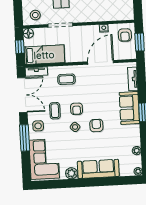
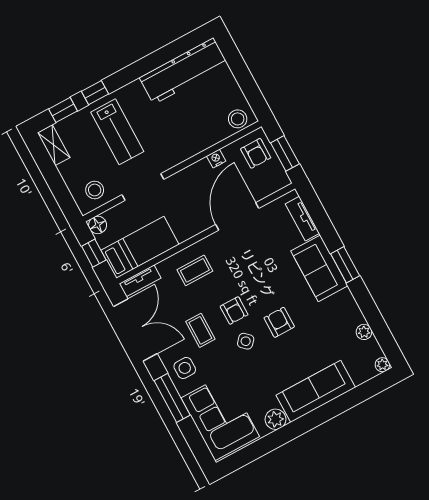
stool: (124, 13) -> (238, 119), added

